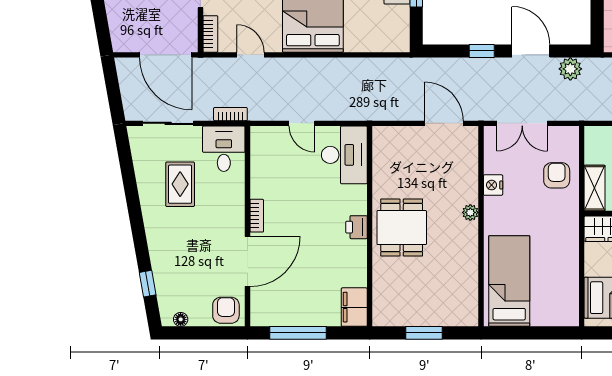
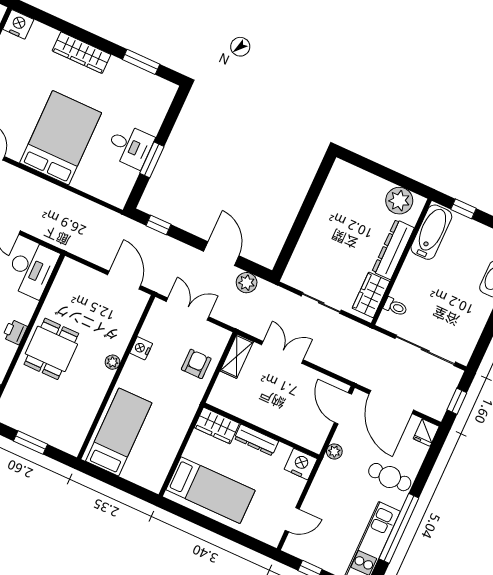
window: (482, 51) -> (159, 225), moved
double door: (522, 123) -> (187, 309), swing flipped
shelving: (594, 188) -> (237, 356), moved

